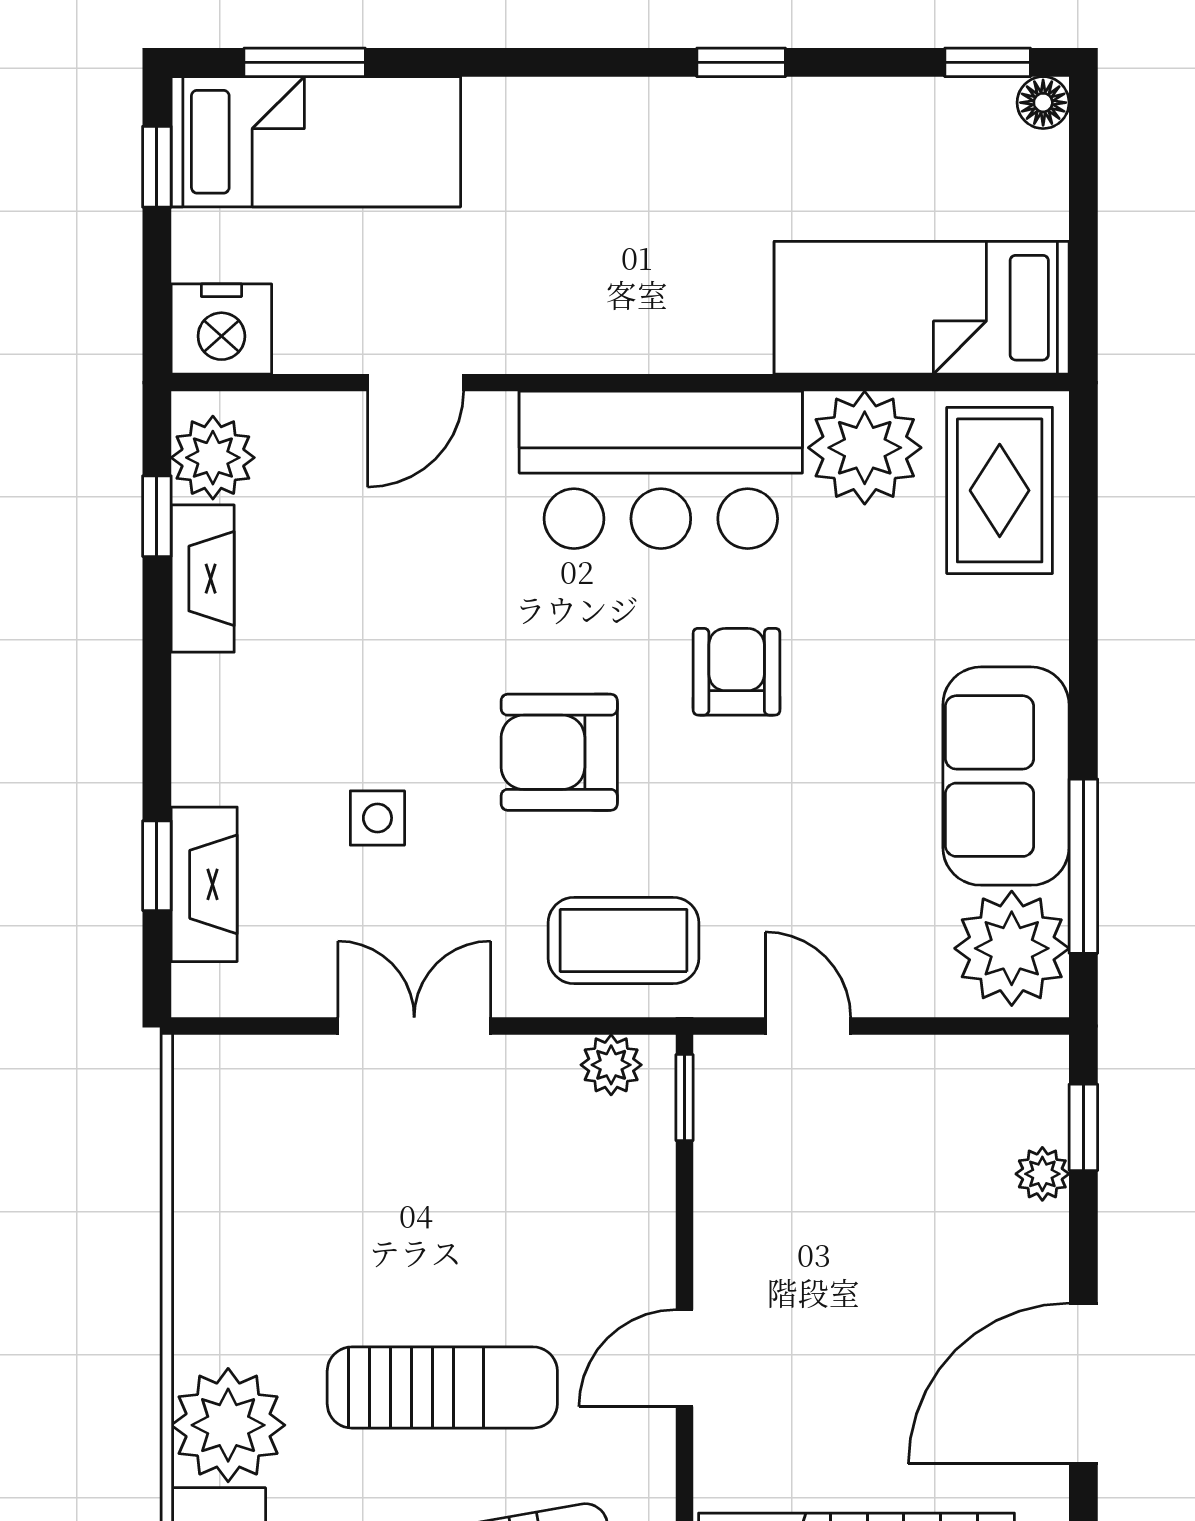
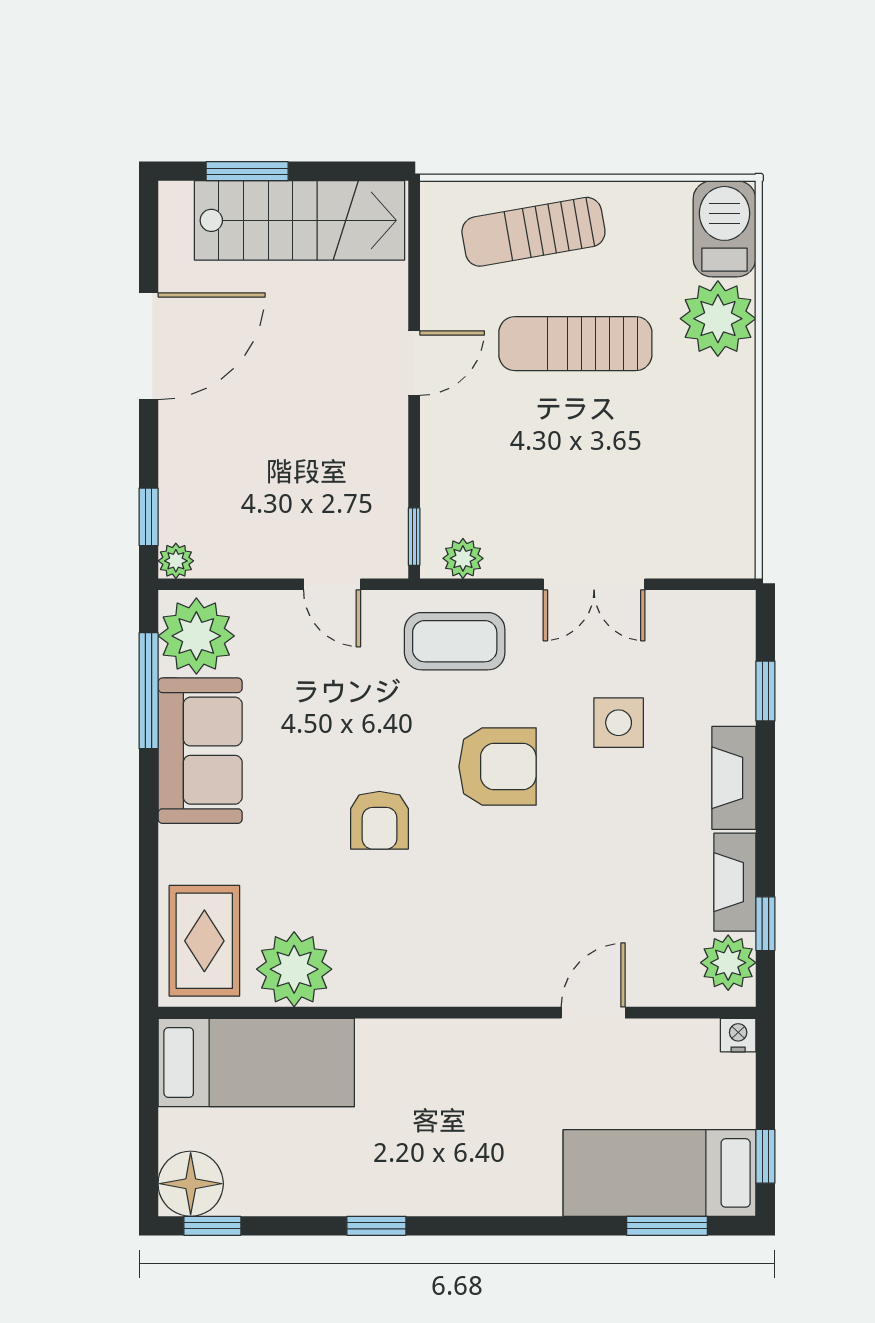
floor lamp: (1043, 103) -> (191, 1184), width x1.89, depth x1.89
nightstand: (221, 329) -> (738, 1035), width x0.53, depth x0.56
bar counter: (661, 470) -> (430, 955), removed
side table: (377, 818) -> (619, 723), width x1.37, depth x1.37
fireplace: (204, 884) -> (734, 778), moved
plant: (1042, 1174) -> (176, 561), moved

